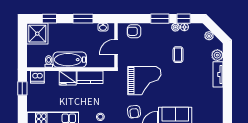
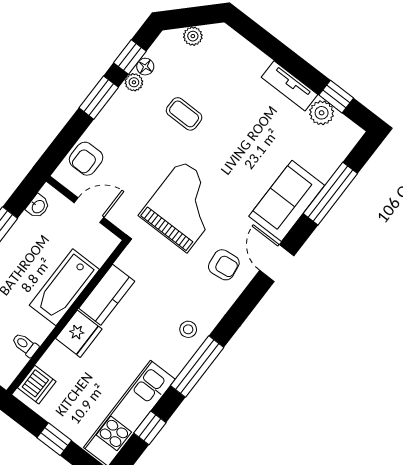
door: (116, 47) -> (89, 210), swing flipped
plant: (217, 55) -> (322, 113), moved
bathtub: (70, 60) -> (64, 287), moved
tv unit: (218, 74) -> (290, 86), moved
window: (22, 88) -> (54, 439), moved
window: (227, 105) -> (336, 97), added

